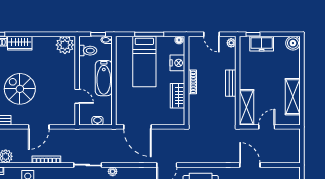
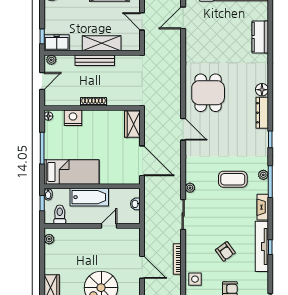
freezer: (262, 44) -> (57, 43), moved, turned -90
plant: (65, 45) -> (49, 239), width x0.53, depth x0.53
bed: (144, 61) -> (71, 172), moved
bench: (231, 83) -> (95, 60), width x1.36
wardrobe: (178, 96) -> (132, 124), moved, turned 90
shelving: (247, 107) -> (102, 43), moved
door: (137, 127) -> (142, 161), hinge flipped
door: (250, 165) -> (183, 18), moved

